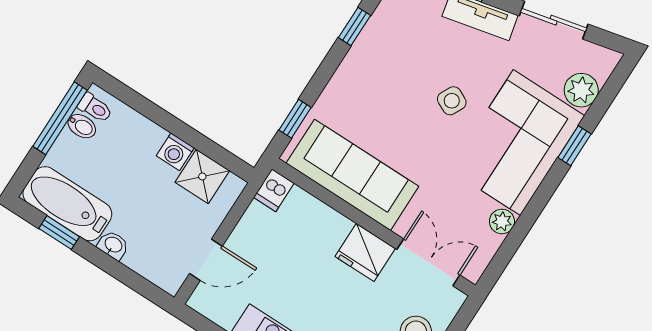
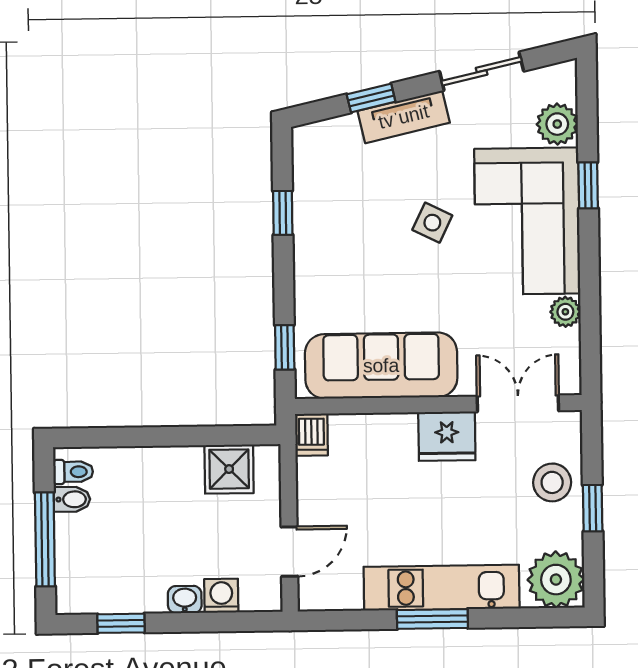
window: (60, 118) -> (45, 539), moved
washing machine: (175, 152) -> (221, 596), moved, turned 180
bathtub: (67, 204) -> (110, 588), removed

